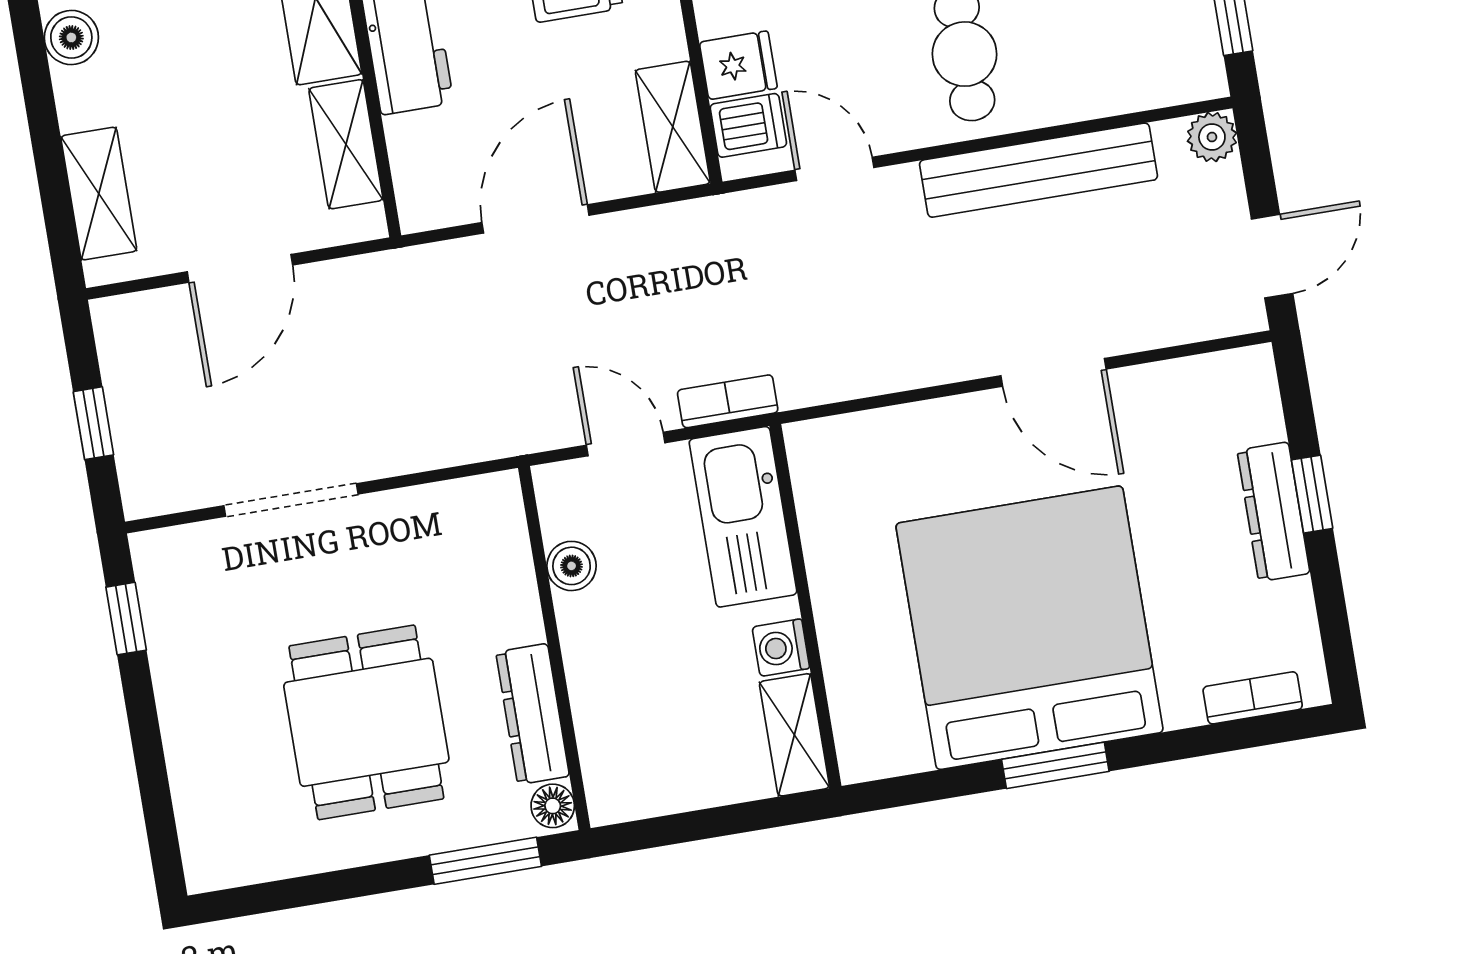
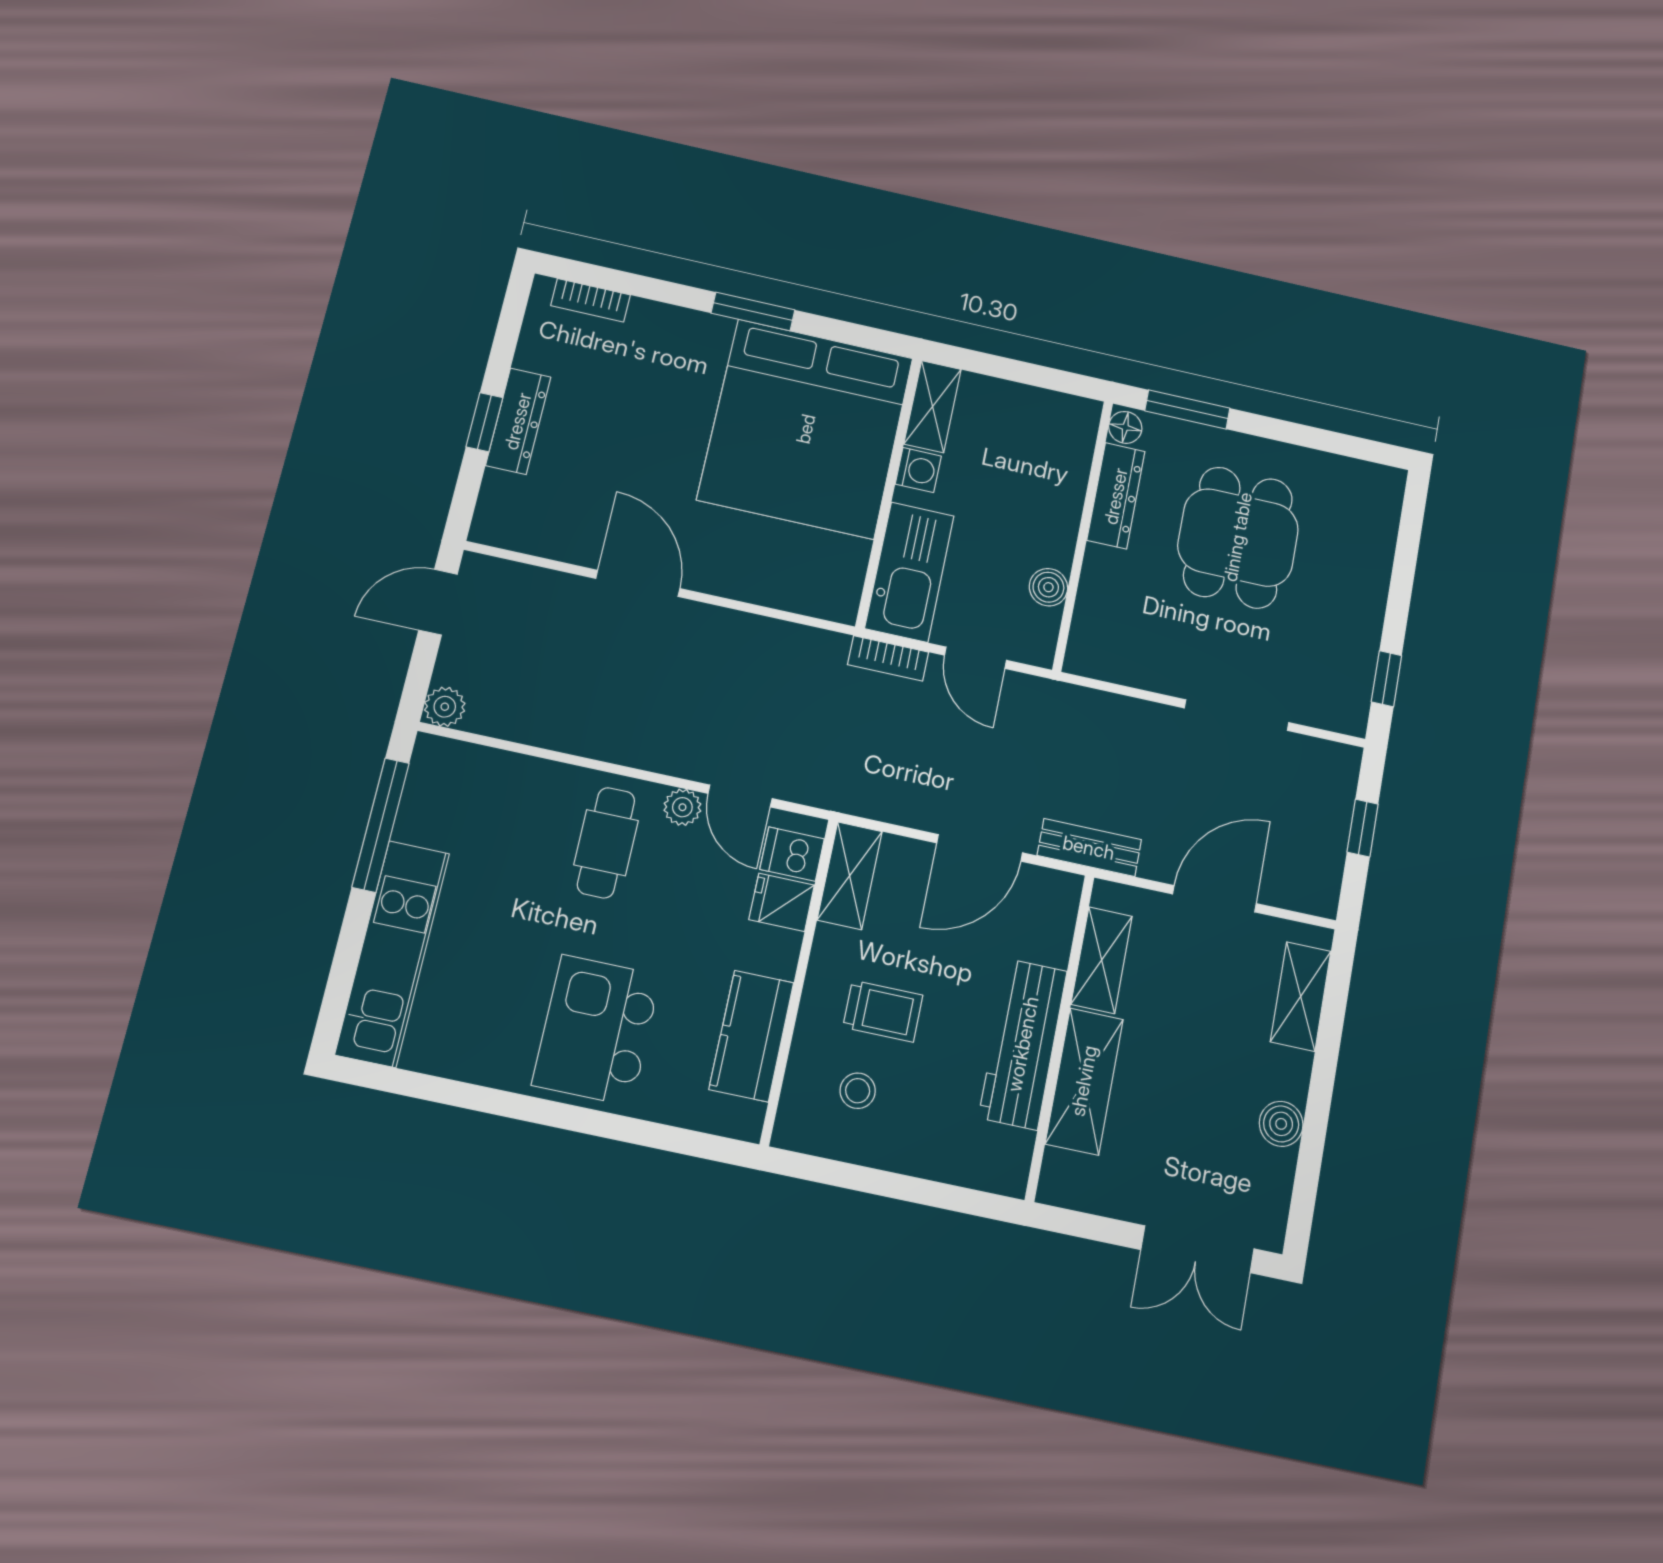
plant: (895, 129) -> (682, 807), added
bench: (1038, 170) -> (1089, 848), moved, width x0.54, depth x0.82
bed: (1029, 628) -> (806, 429), moved

